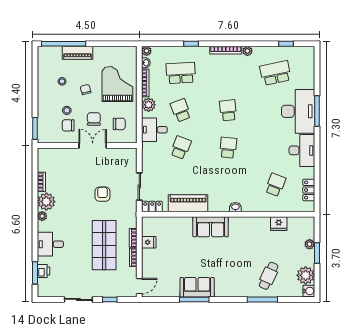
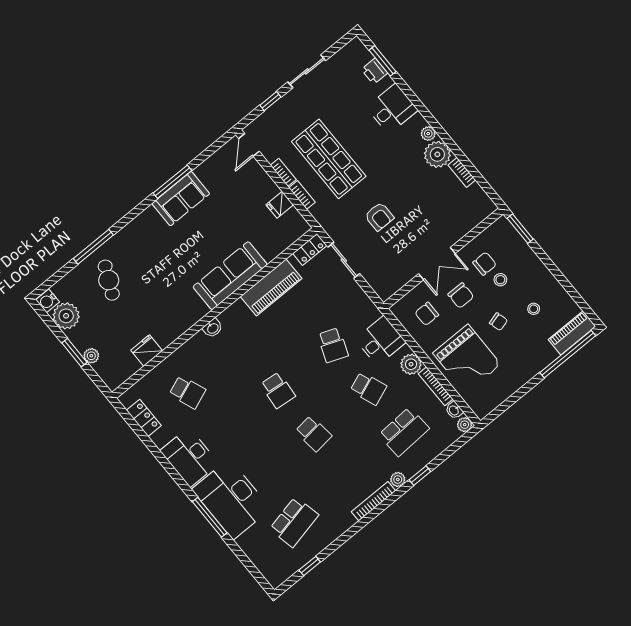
plant: (247, 51) -> (398, 479), moved
piano: (77, 53) -> (572, 333), moved
school desk: (275, 185) -> (187, 392), turned -42
sofa: (211, 227) -> (230, 276), width x1.36

